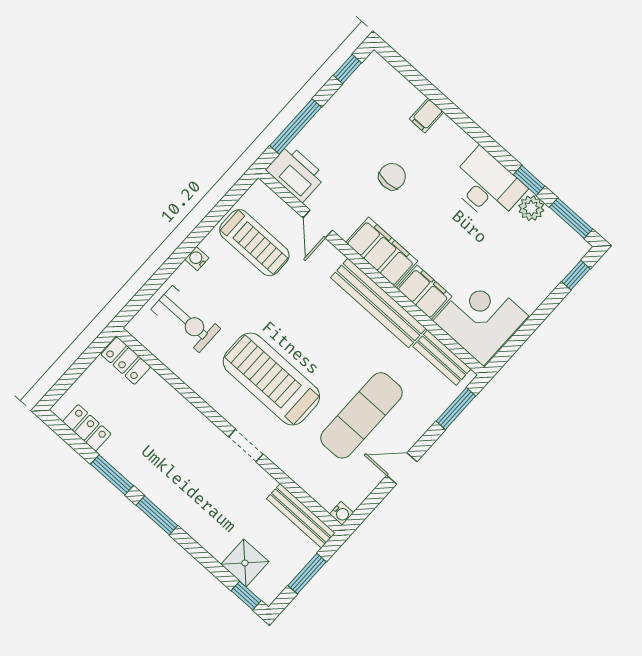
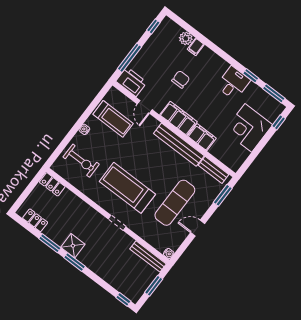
desk: (487, 186) -> (233, 83), width x0.73
plant: (531, 208) -> (186, 38), moved
corner desk: (481, 318) -> (248, 128), moved, turned -90
shower: (245, 563) -> (73, 246), moved

